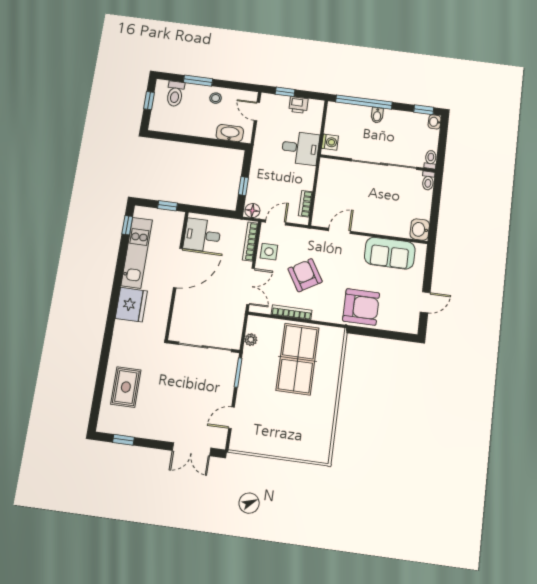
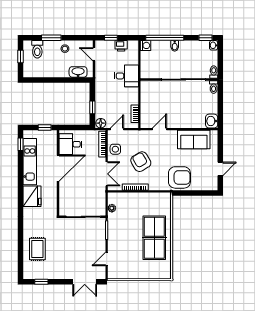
washing machine: (330, 142) -> (146, 45), moved
table tennis table: (298, 359) -> (154, 238), moved

